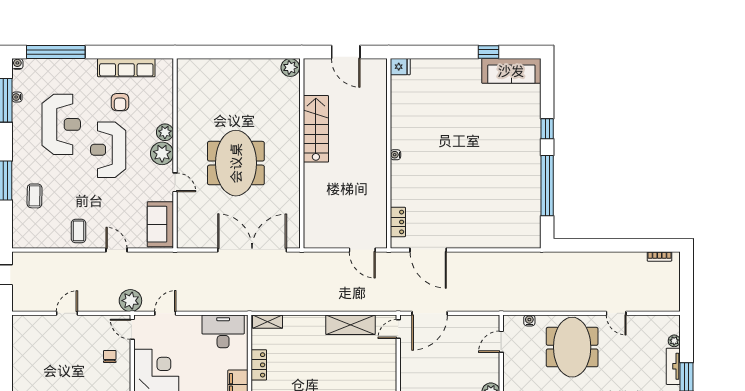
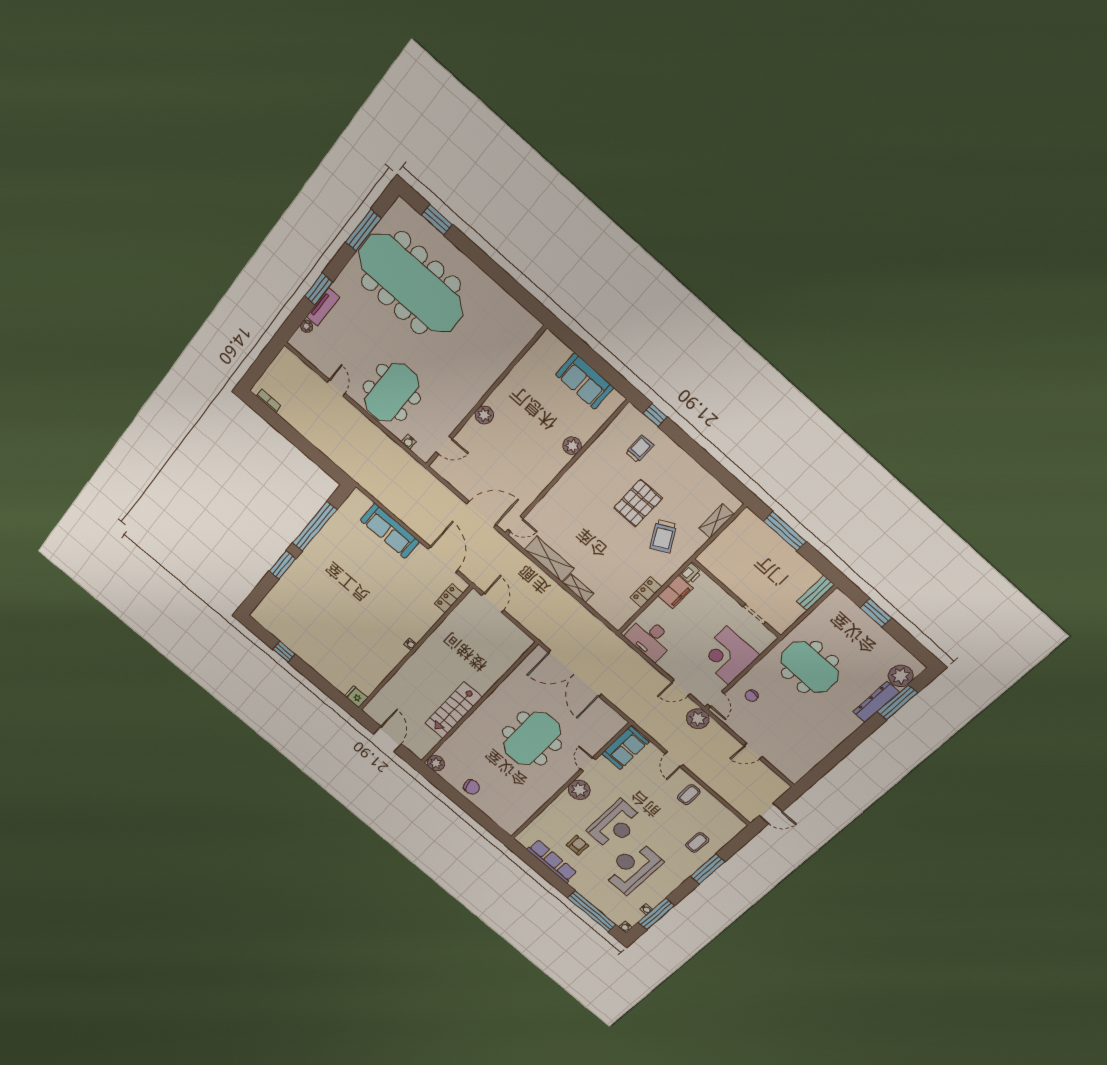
sofa: (511, 71) -> (390, 531), moved, turned 180
chair: (245, 73) -> (472, 787), added
window: (547, 129) -> (282, 565), width x1.50
plant: (165, 132) -> (564, 801), removed
shelving: (268, 322) -> (578, 588), moved

